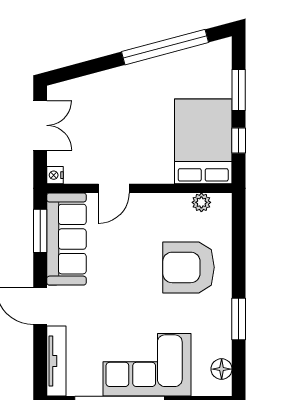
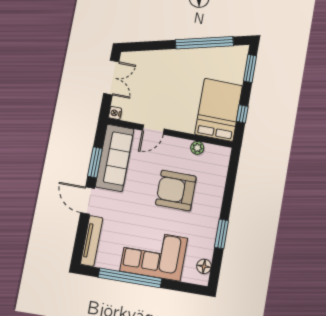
window: (239, 90) -> (250, 69), moved
plant: (201, 202) -> (197, 148), moved
window: (40, 231) -> (95, 162), moved
armchair: (189, 267) -> (176, 190), moved

